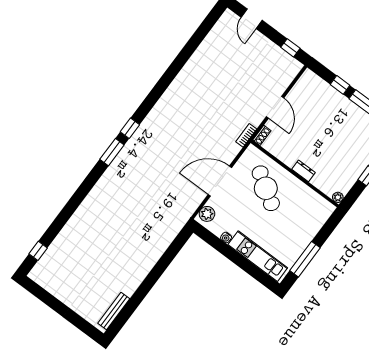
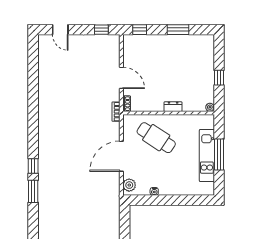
window: (340, 85) -> (140, 30), moved
kitchen unit: (258, 256) -> (207, 155), moved, turned -90
window: (305, 259) -> (219, 155), moved

